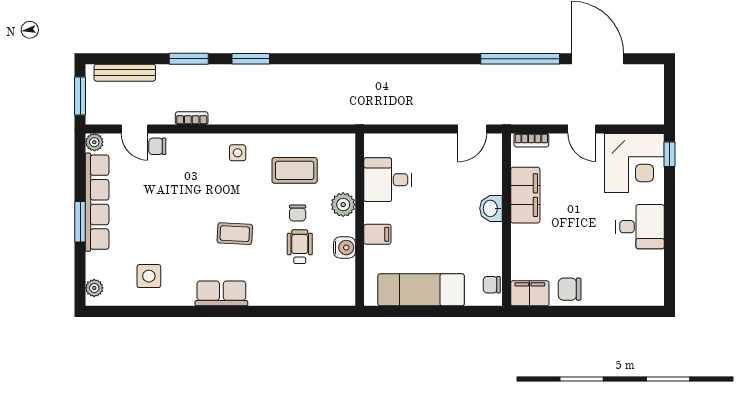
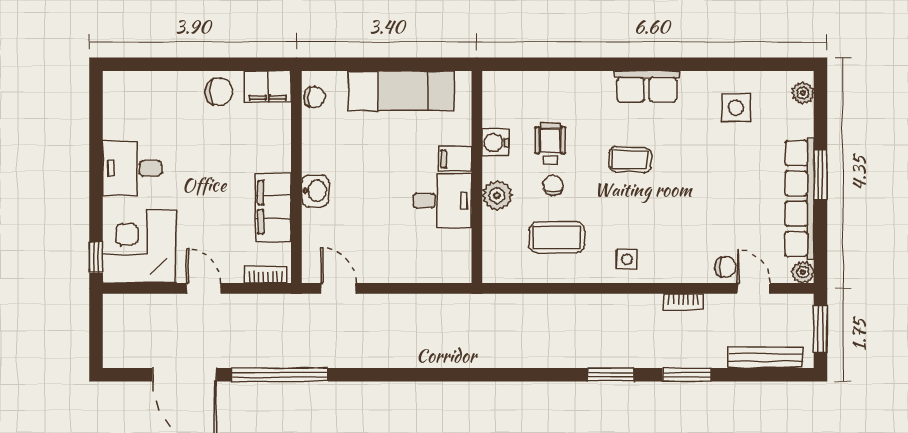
door: (472, 129) -> (338, 288), hinge flipped
desk: (388, 180) -> (442, 201), moved
wheelchair: (300, 247) -> (550, 144), turned 180

